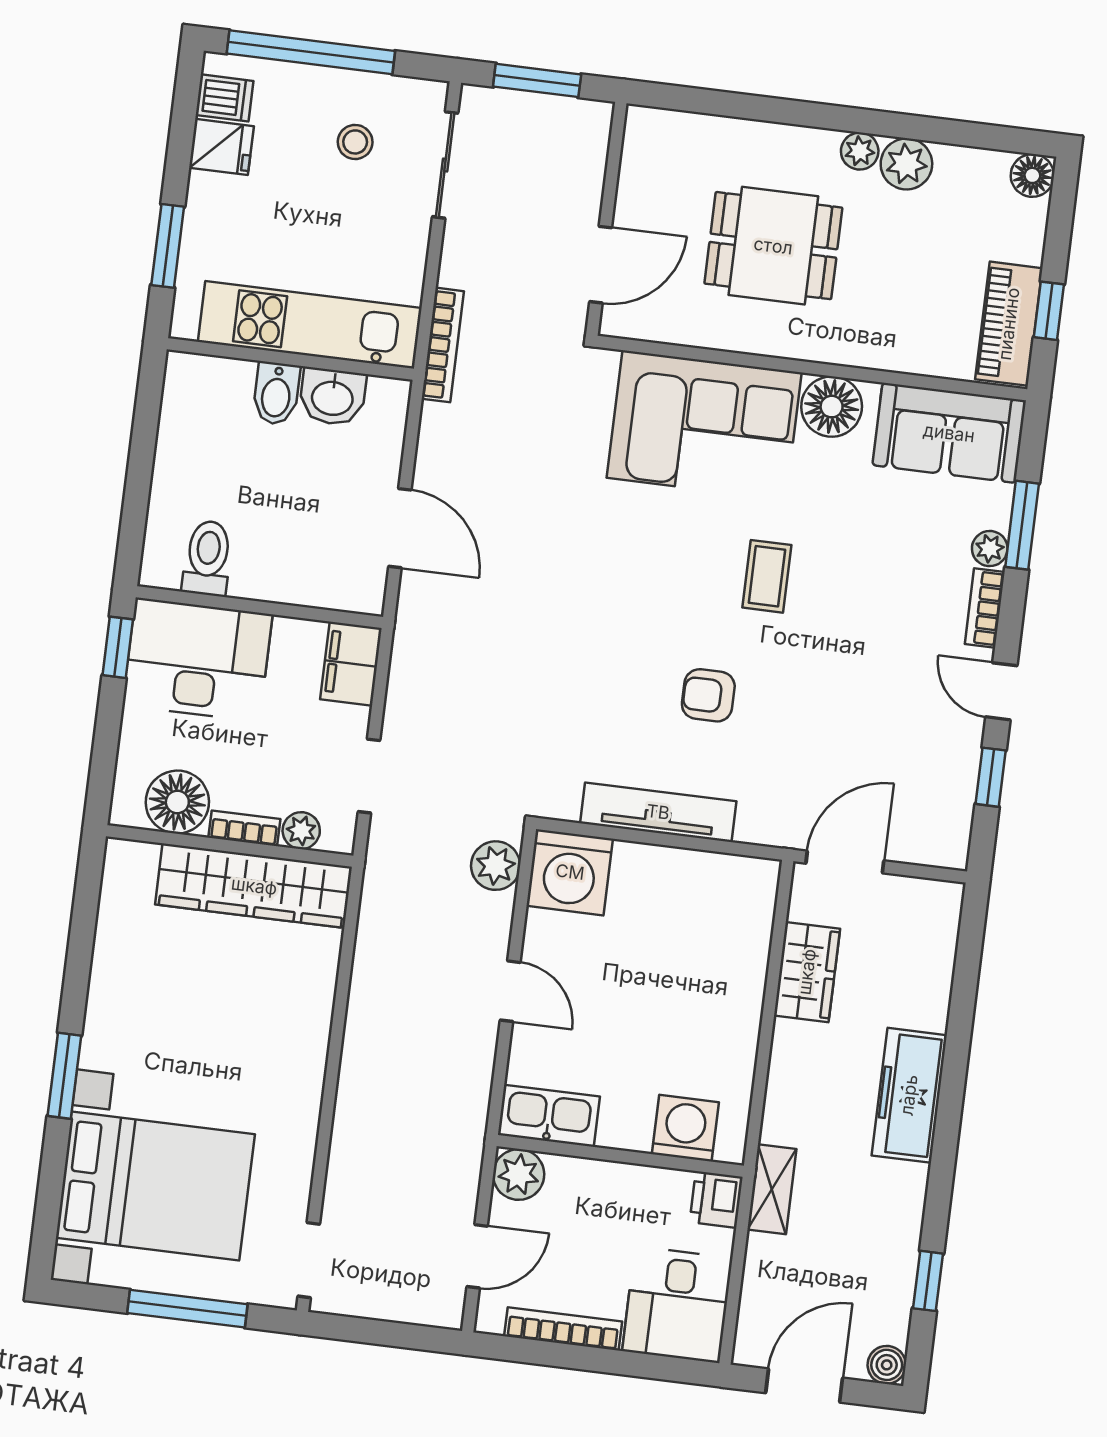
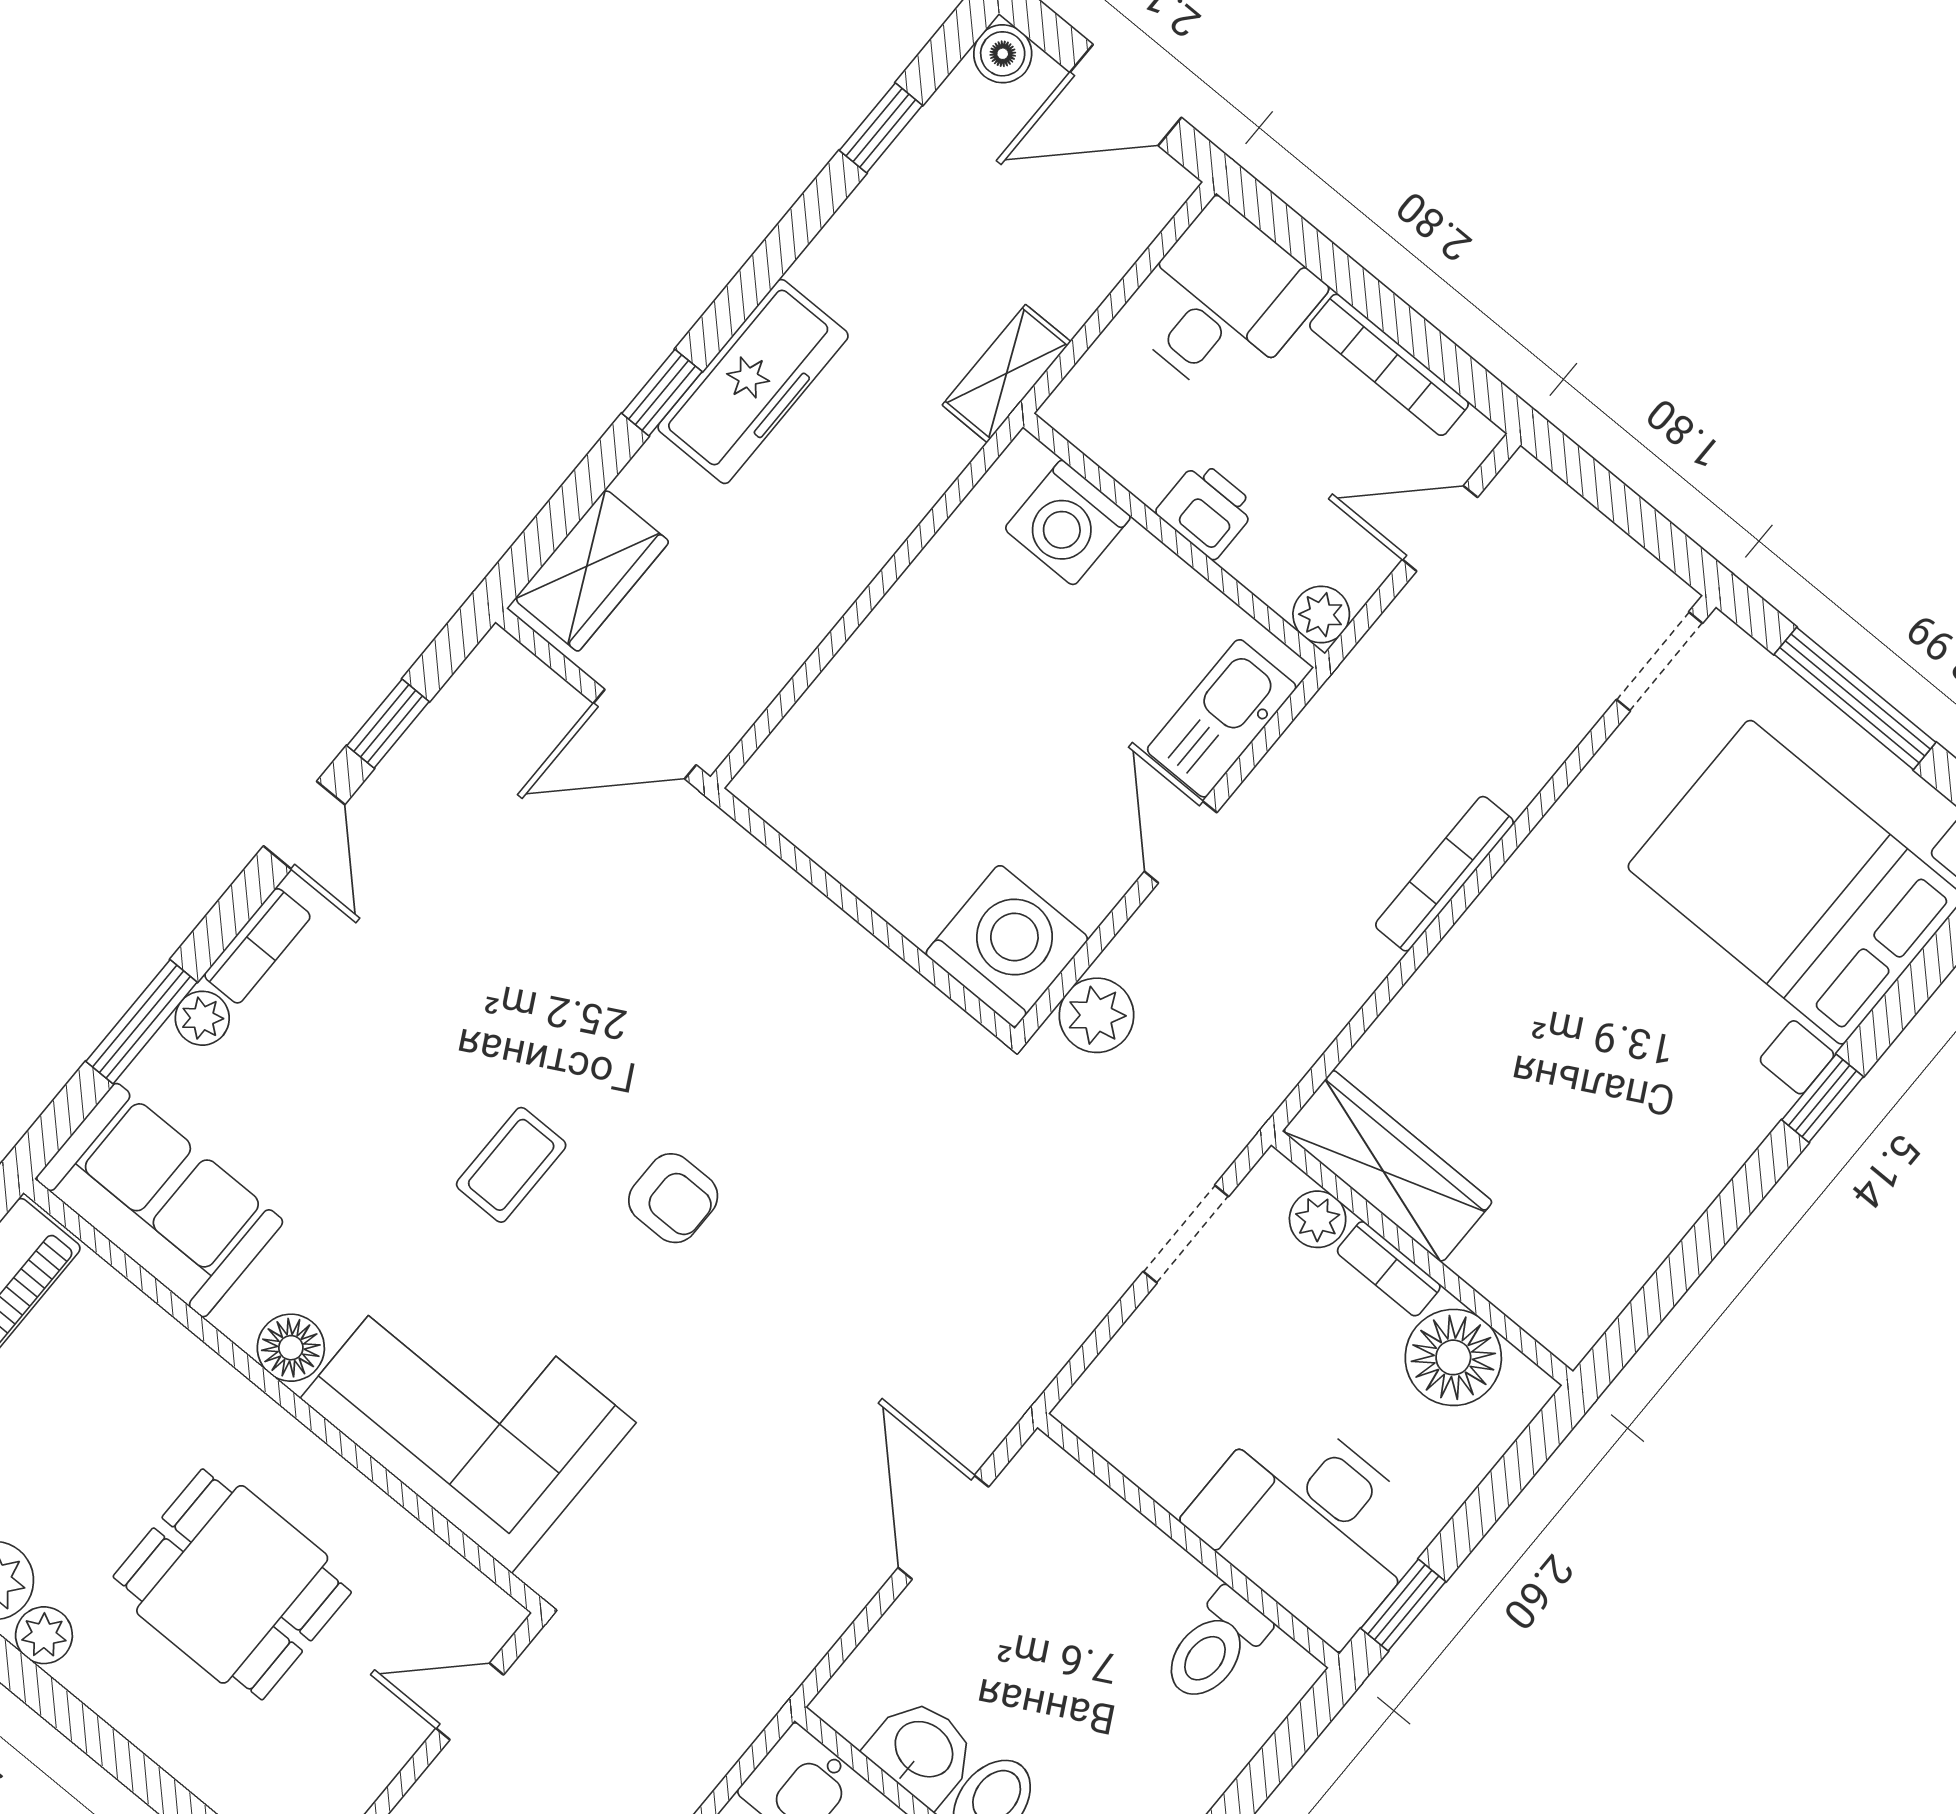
door: (601, 265) -> (470, 1701), width x0.73
bookcase: (443, 345) -> (1444, 874), moved
floor lamp: (832, 407) -> (291, 1348), width x0.73, depth x0.73
filing cabinet: (351, 664) -> (1117, 1393), removed
armchair: (708, 695) -> (673, 1198), moved
tv unit: (658, 812) -> (844, 951), removed
wardrobe: (254, 886) -> (1387, 1166), width x0.71, depth x0.85
wardrobe: (807, 972) -> (592, 570), moved, turned 180
window: (956, 1057) -> (662, 393), added
window: (64, 1076) -> (1823, 1098), width x0.67
kitchen sink: (549, 1116) -> (1222, 718), moved, turned 90
plant: (519, 1174) -> (1321, 615), width x0.73, depth x0.73
printer: (716, 1199) -> (1206, 510), moved, turned -90

